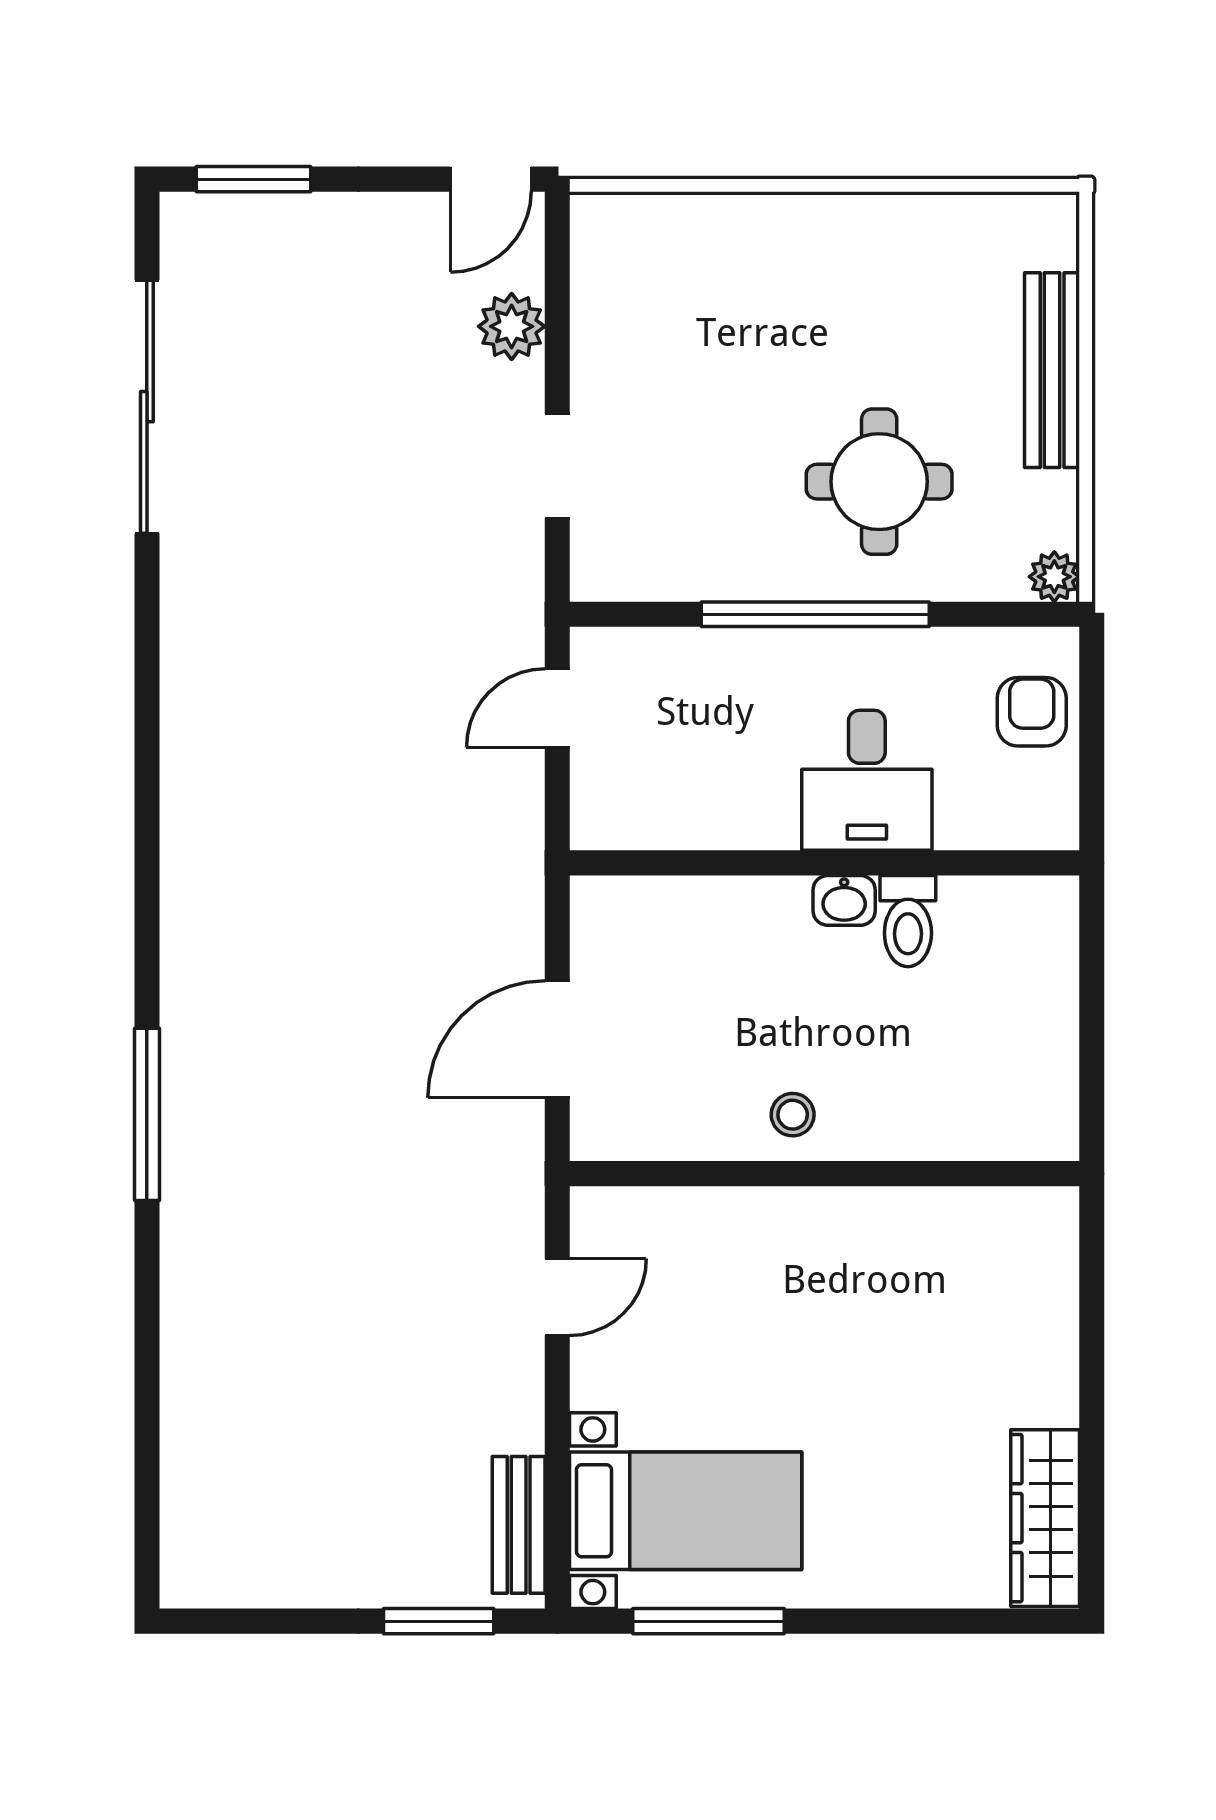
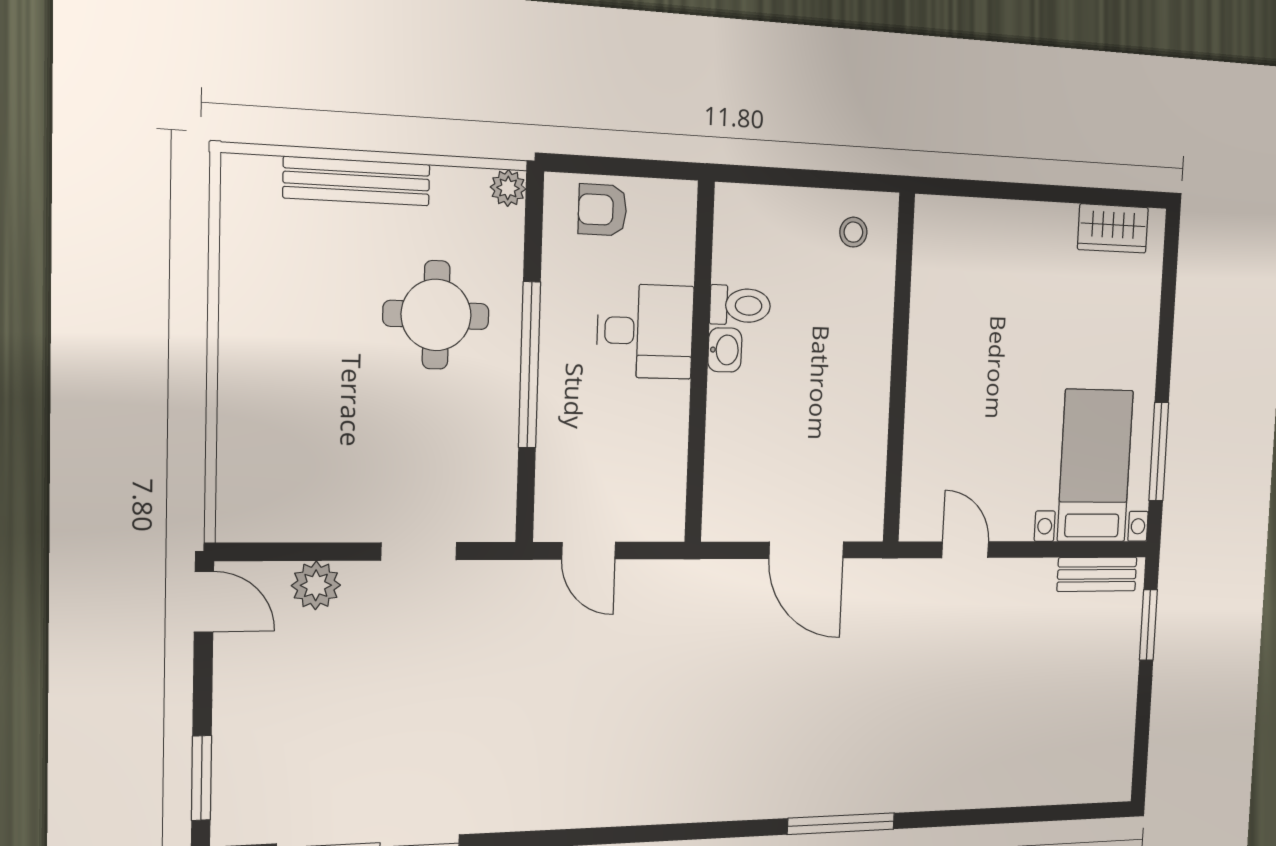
stool: (793, 1115) -> (853, 232), moved
wardrobe: (1045, 1518) -> (1113, 228), width x0.67

